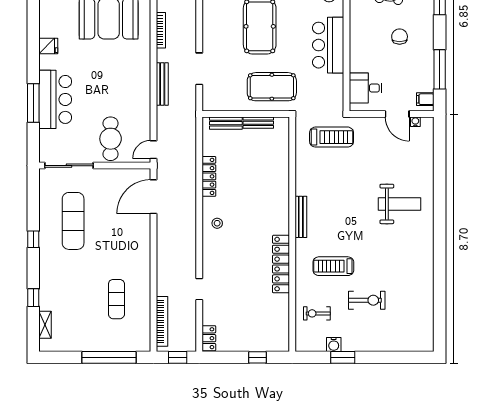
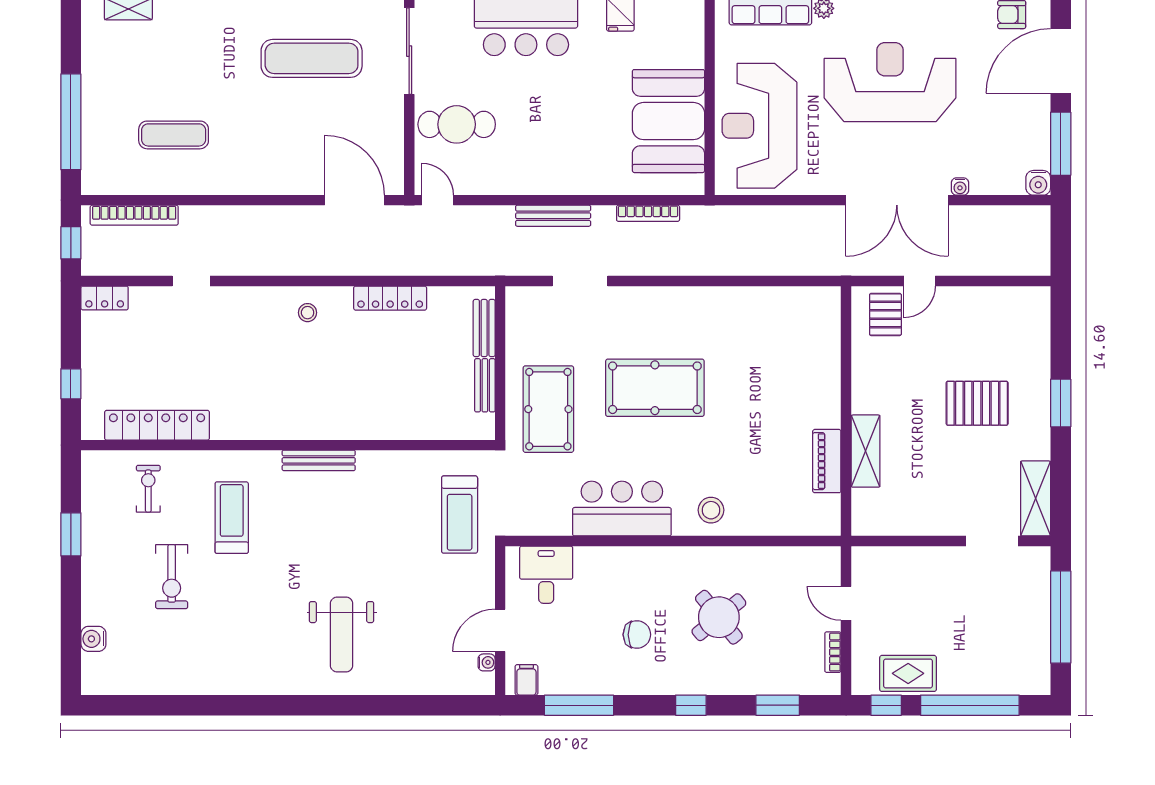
locker: (281, 264) -> (157, 425), moved
water cooler: (334, 345) -> (93, 639), moved

